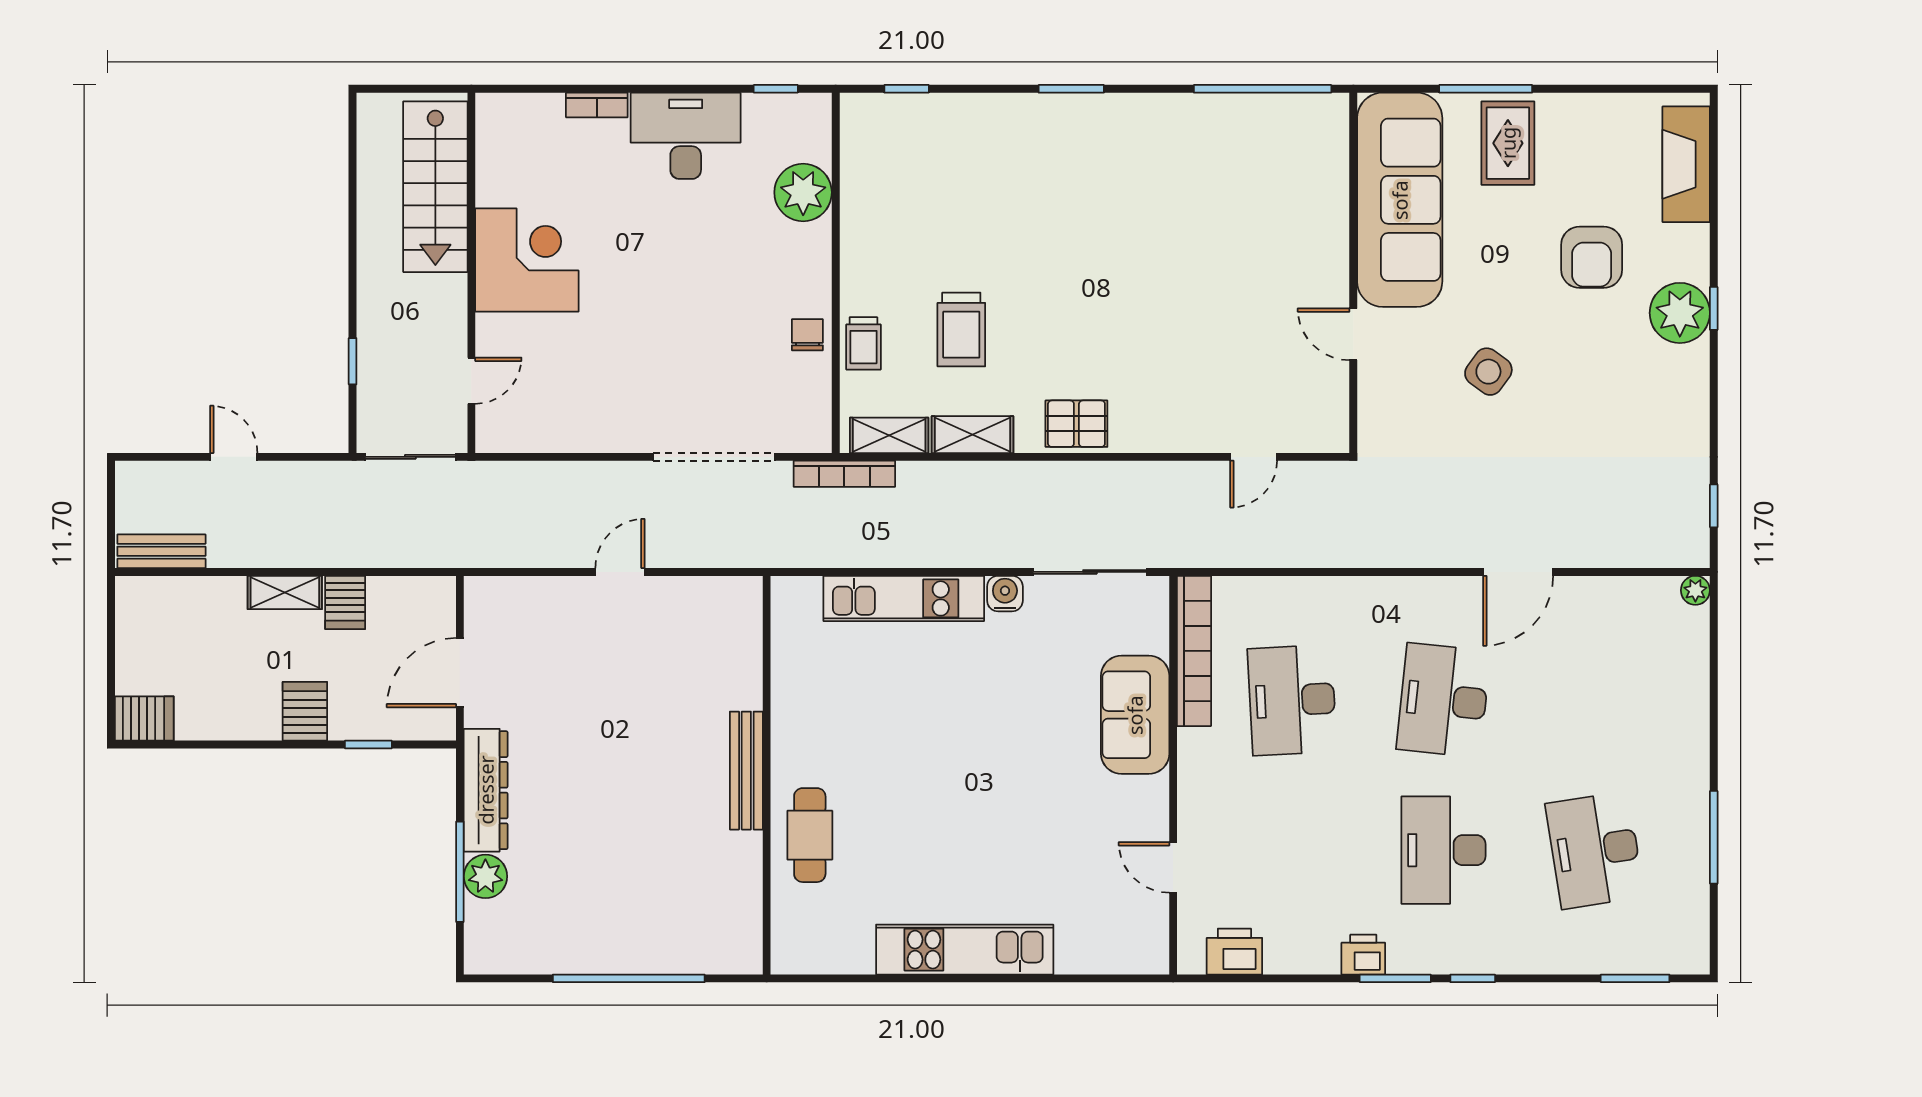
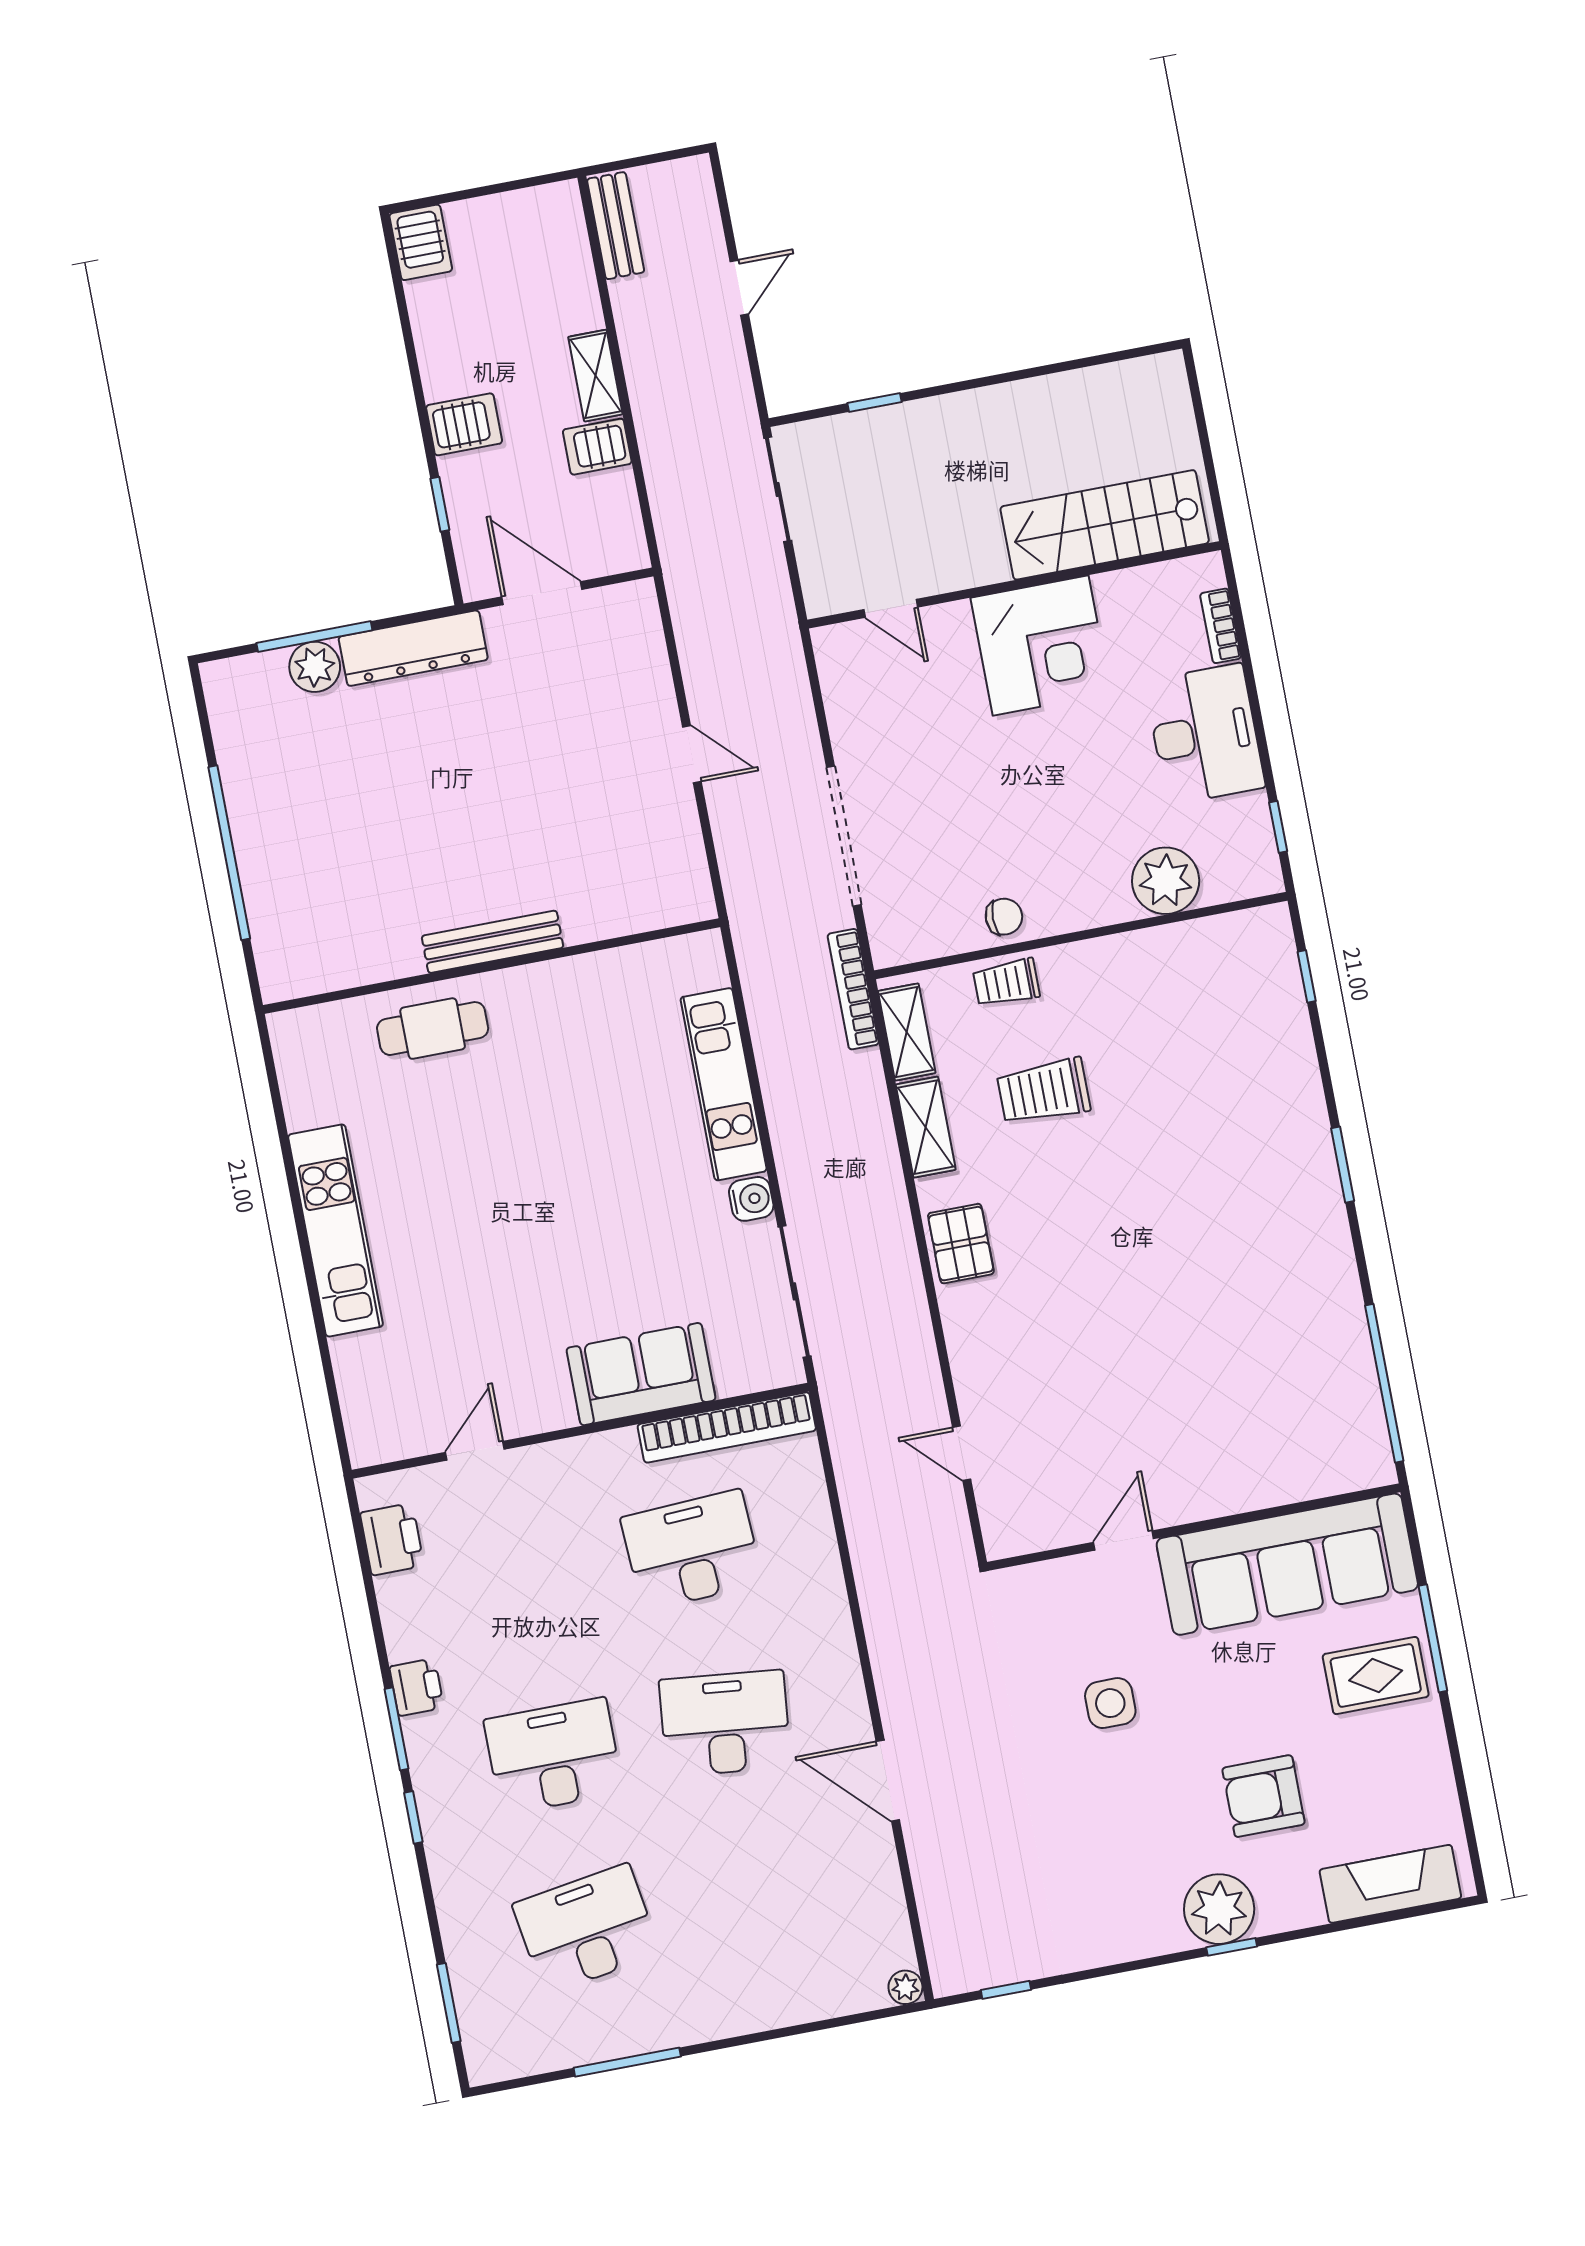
stairs: (435, 187) -> (1105, 525), moved
corner desk: (527, 260) -> (1041, 646), moved
wall: (471, 273) -> (1014, 585), moved
side table: (1488, 372) -> (1110, 1703), turned -36
door: (471, 381) -> (891, 608), moved

